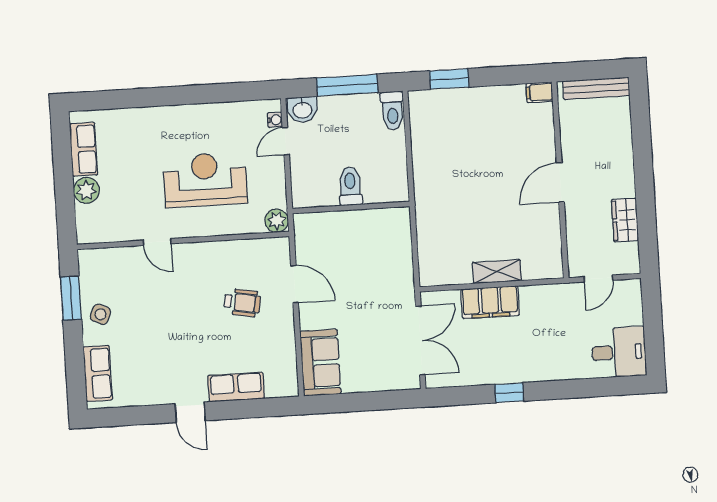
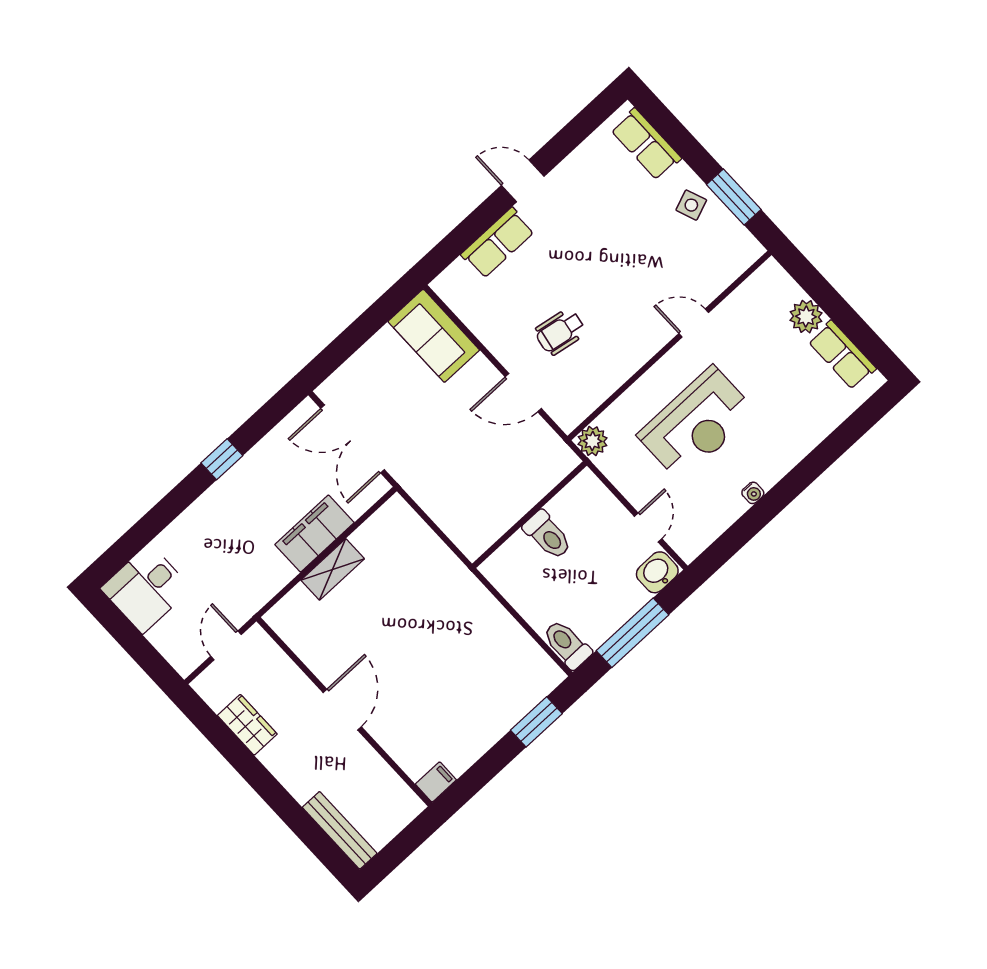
bench: (596, 88) -> (340, 830), moved, turned 90
water cooler: (275, 120) -> (753, 493), moved, turned -90
side table: (100, 314) -> (691, 205), turned 45

